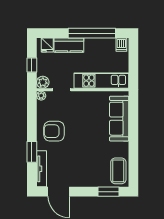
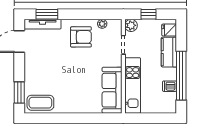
dishwasher: (121, 45) -> (170, 86), moved
plant: (41, 96) -> (102, 24), moved
sofa: (119, 119) -> (112, 90), moved, turned -90
armchair: (54, 131) -> (81, 37), turned 90
window: (32, 152) -> (47, 14), moved

